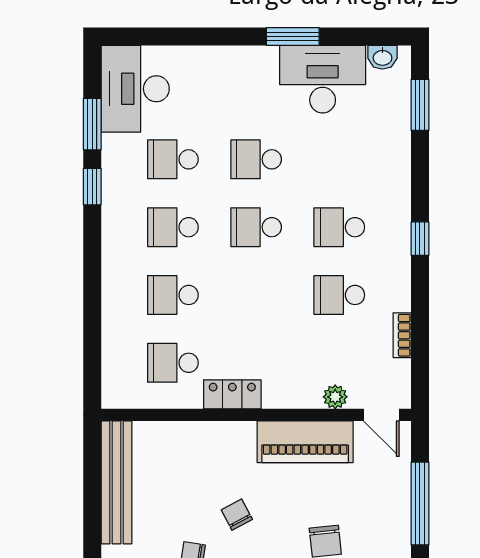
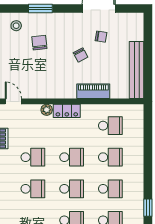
school desk: (256, 295) -> (72, 157), added
locker: (232, 394) -> (67, 111), moved
plant: (335, 397) -> (47, 110), moved
piano: (305, 442) -> (93, 91), moved, width x0.73, depth x0.75

